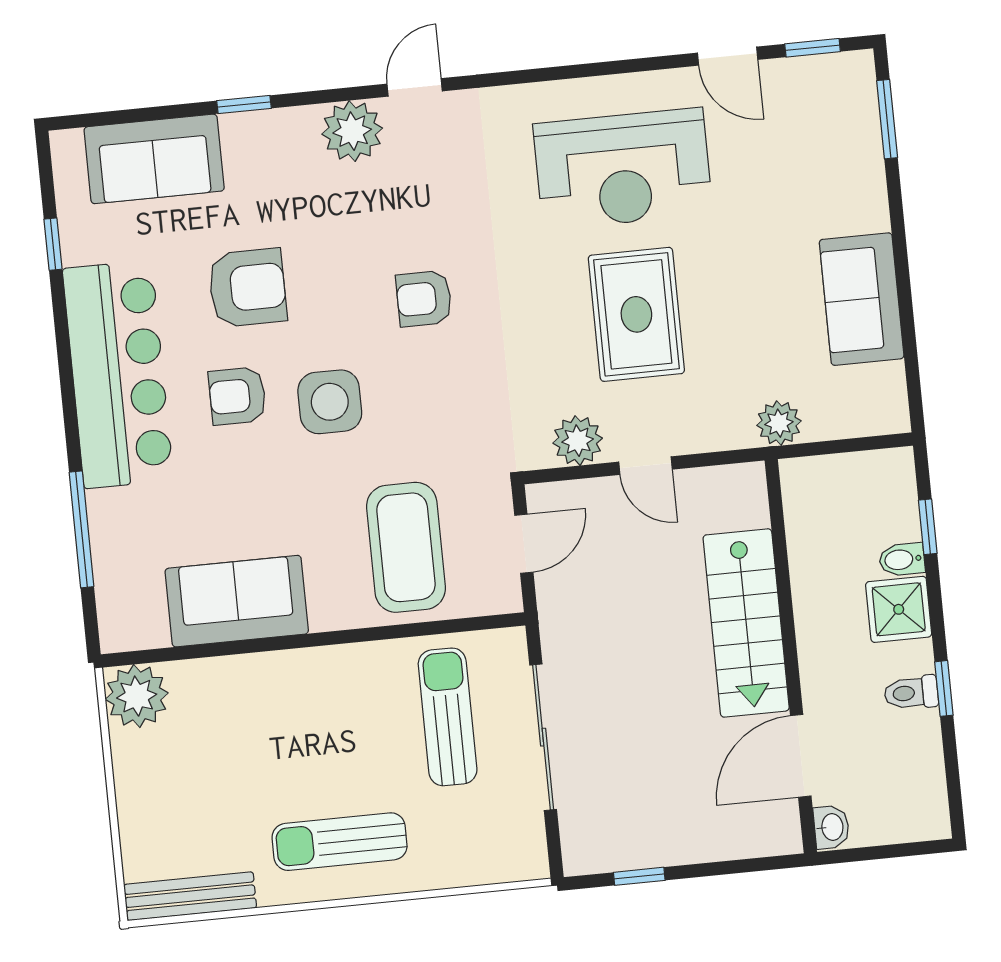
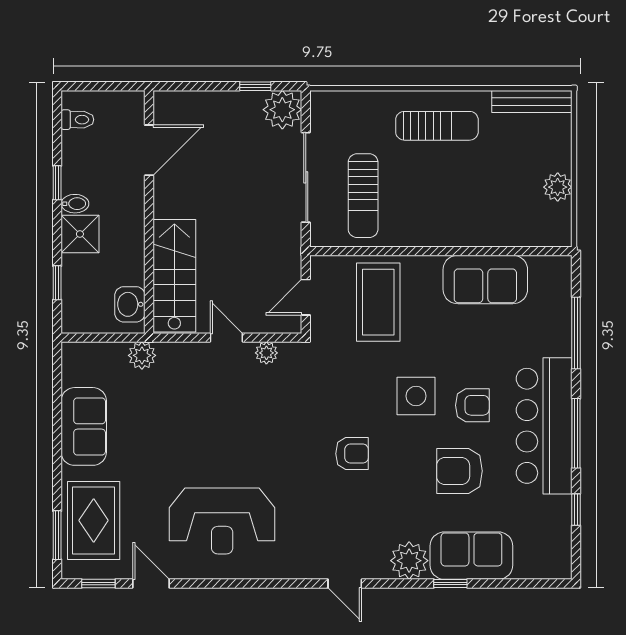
door: (415, 87) -> (345, 584), hinge flipped
plant: (352, 131) -> (409, 561), moved
sofa: (154, 159) -> (471, 556), moved
reception desk: (623, 169) -> (222, 521), turned 180
rug: (636, 314) -> (94, 520), moved
window: (65, 367) -> (576, 433), added
plant: (578, 441) -> (266, 353), width x0.73, depth x0.73
bidet: (902, 559) -> (75, 204), moved
stairs: (746, 623) -> (174, 276), moved
toilet: (911, 693) -> (77, 120), moved
plant: (137, 696) -> (558, 187), moved, width x0.73, depth x0.73
washbasin: (831, 827) -> (130, 304), moved, width x1.38, depth x1.45
plant: (592, 843) -> (282, 110), added

